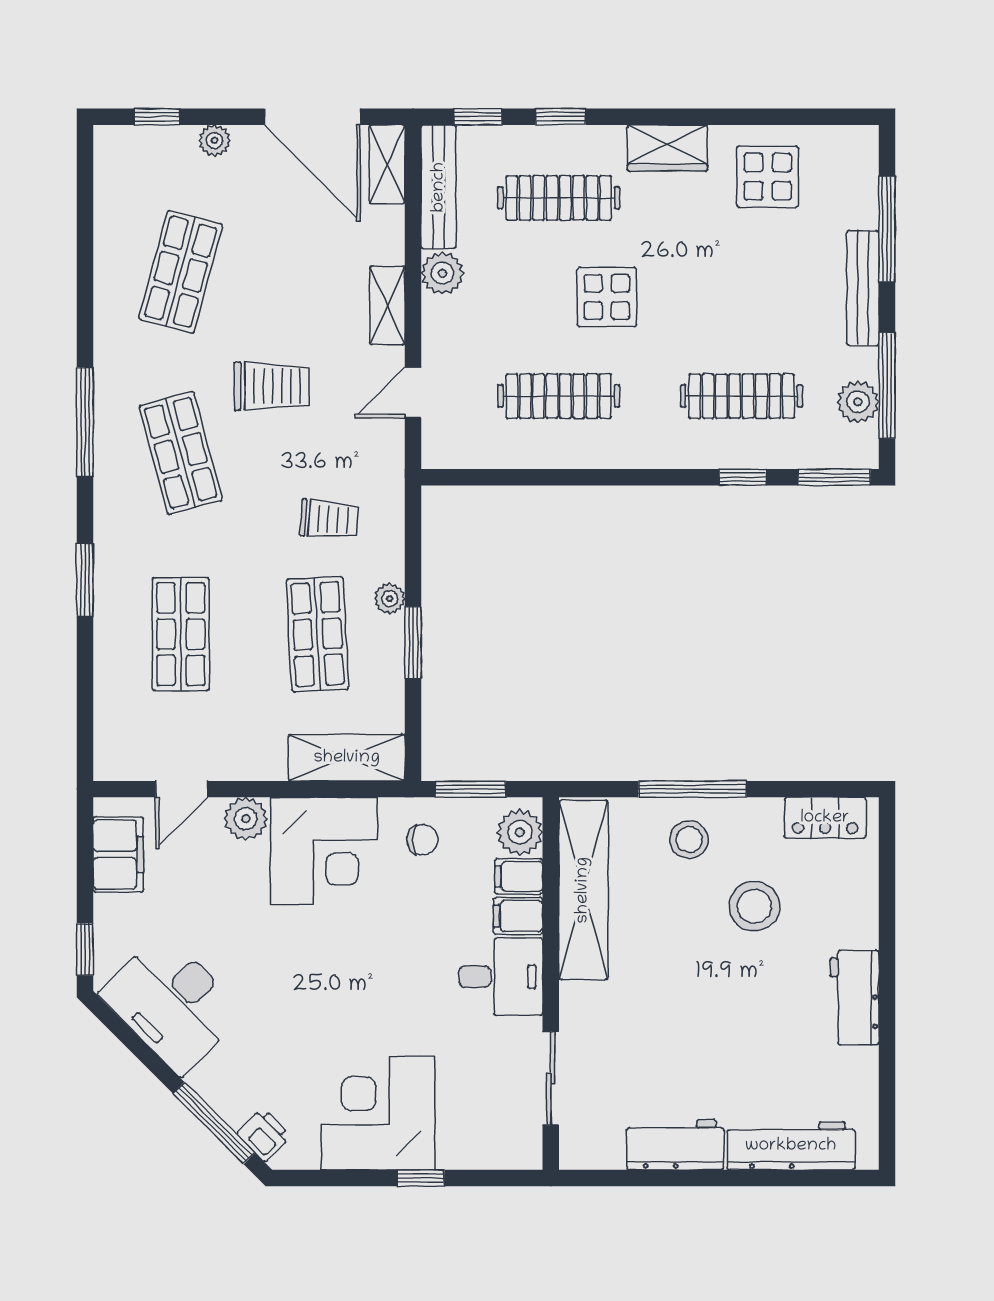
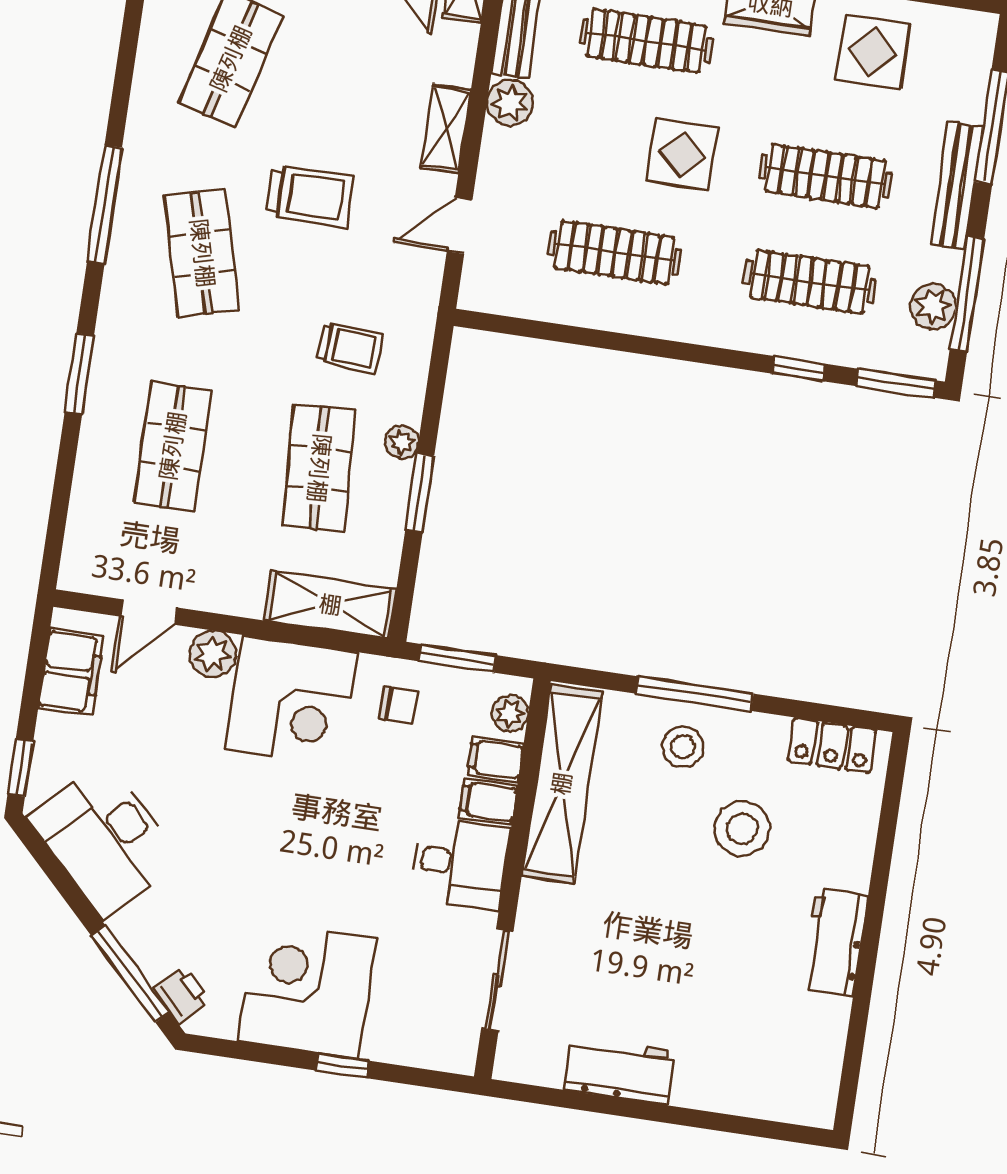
clothes rail: (741, 297) -> (826, 176), added
plant: (520, 832) -> (510, 713), width x0.73, depth x0.73
workbench: (791, 1146) -> (743, 1090), removed

